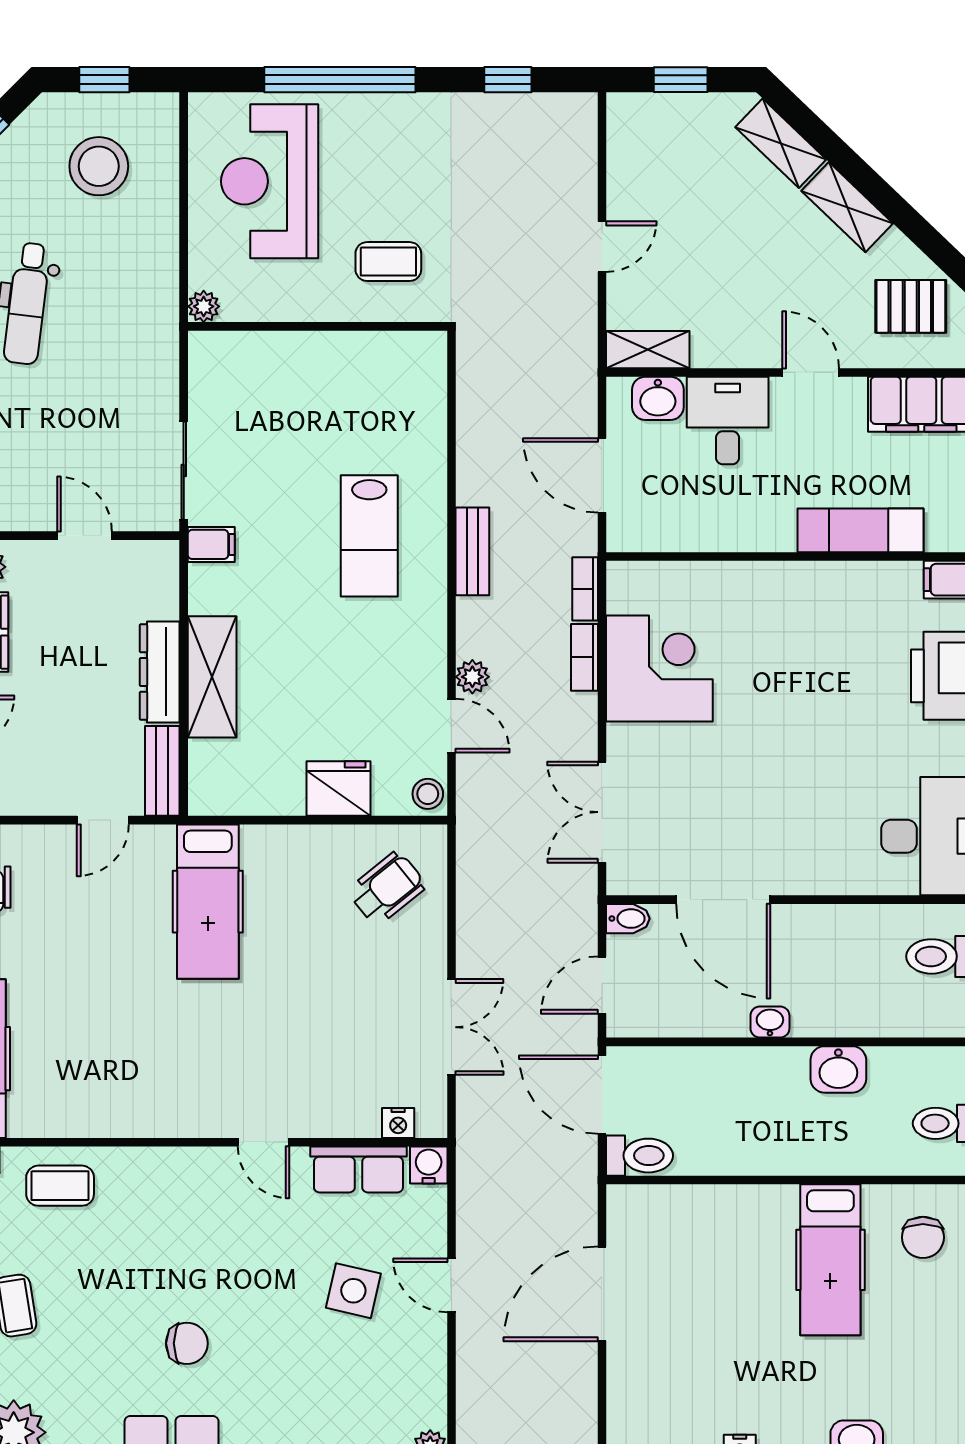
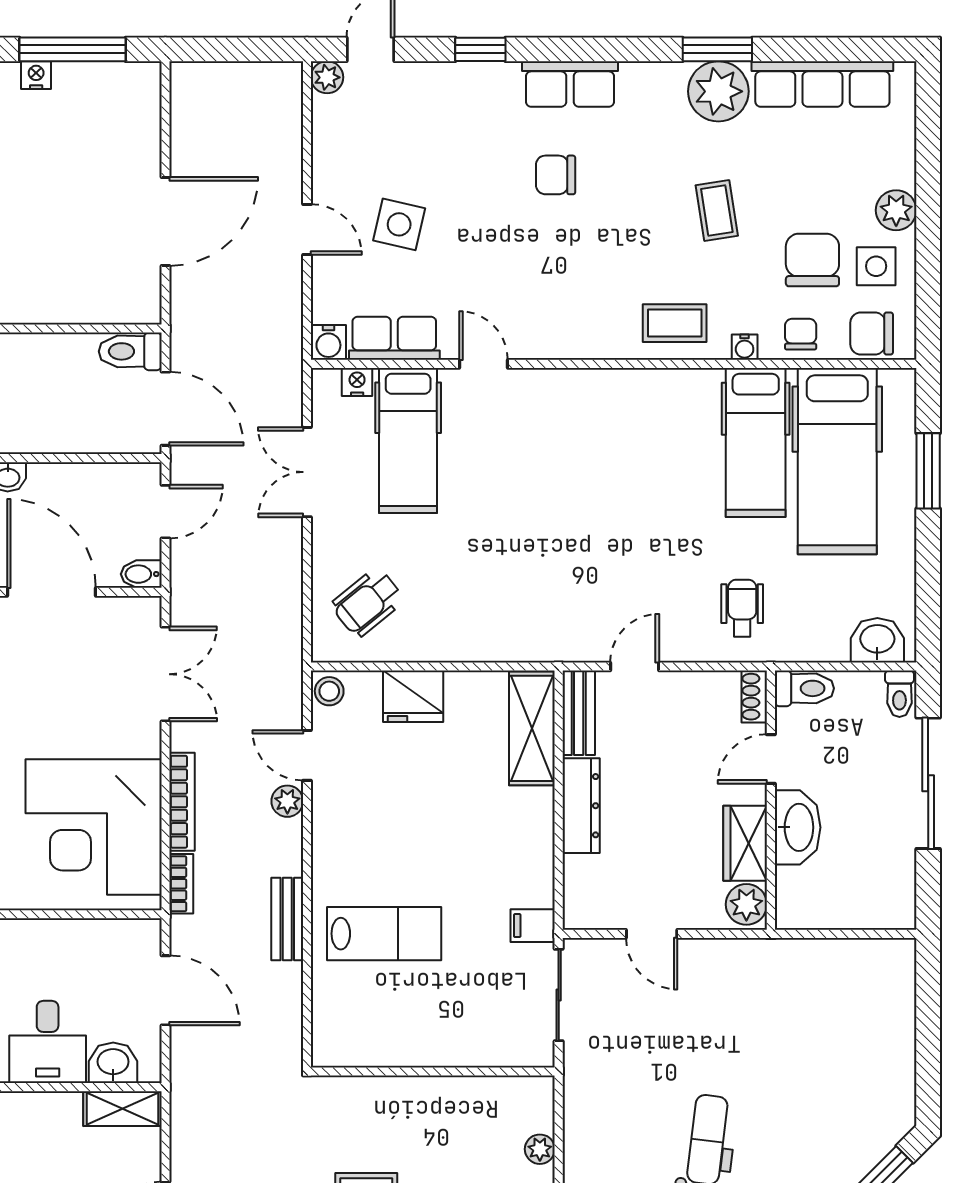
wall: (318, 326) -> (433, 1071), moved
lab bench: (369, 536) -> (384, 934), turned 90
bookcase: (584, 657) -> (182, 802), width x1.56
corner desk: (659, 668) -> (94, 827), width x1.36, depth x1.36
shelving: (212, 677) -> (532, 728), moved
hospital bed: (208, 902) -> (408, 440), moved, turned 180

